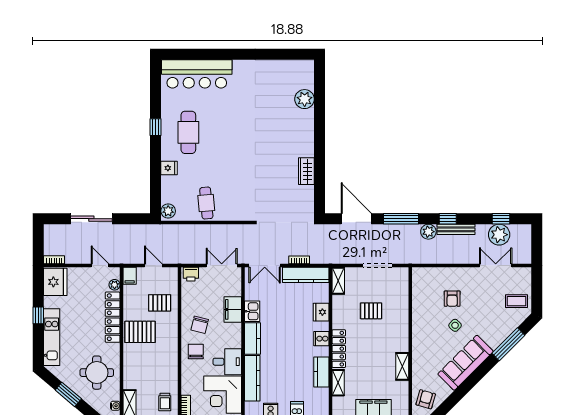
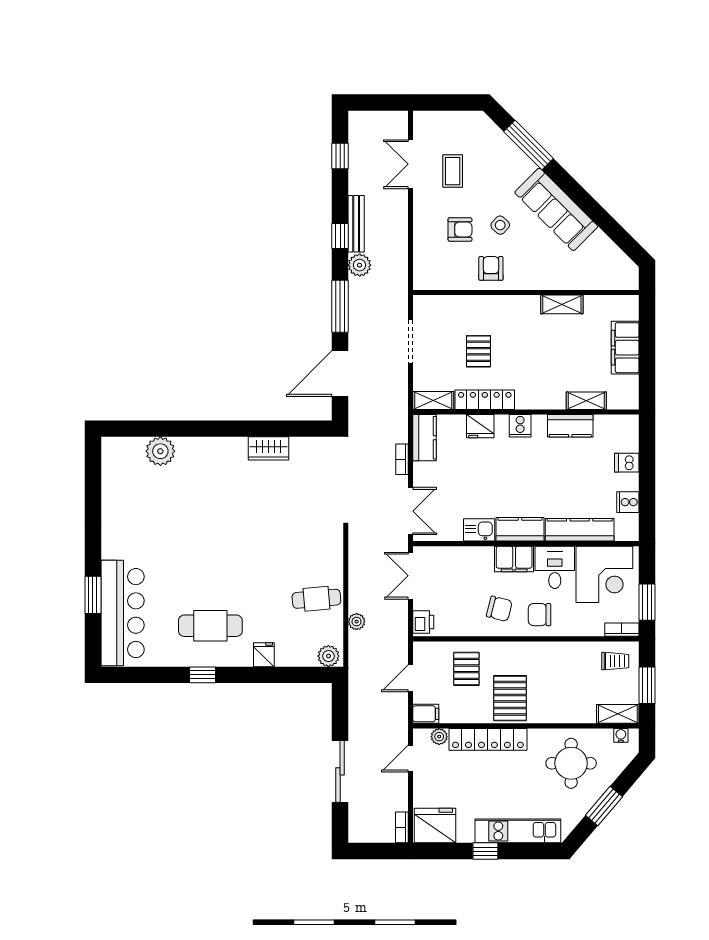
window: (209, 54) -> (93, 595), added
plant: (499, 235) -> (357, 622), moved, width x0.53, depth x0.53
kitchen counter: (306, 275) -> (425, 438), width x0.67
coffee table: (516, 301) -> (453, 171), moved
filing cabinet: (233, 309) -> (514, 559), moved
locker: (339, 349) -> (485, 400), moved
armchair: (426, 399) -> (491, 268), moved, turned 74

